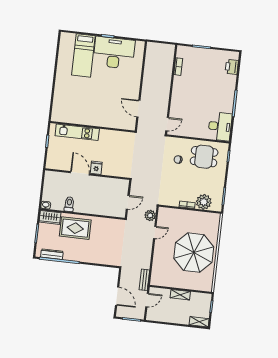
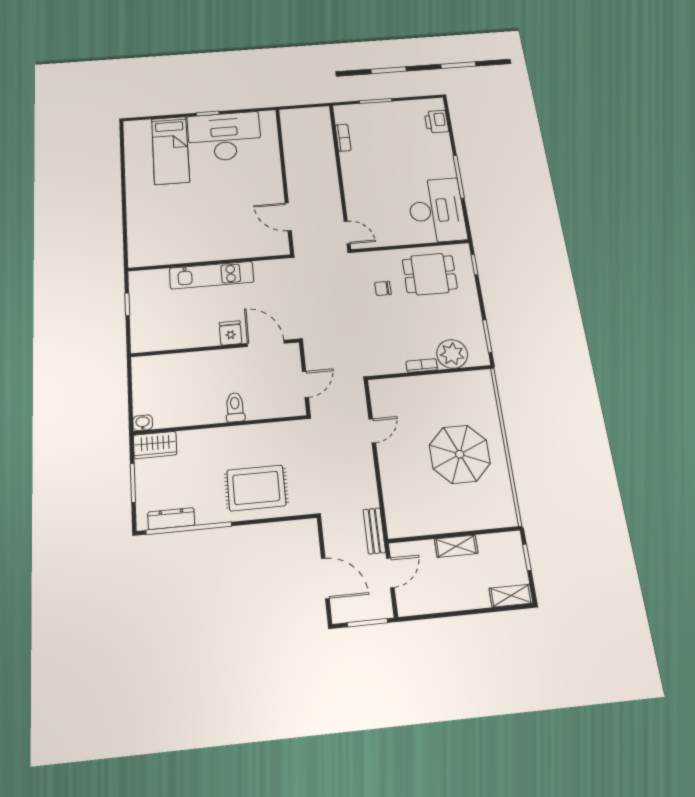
door: (167, 124) -> (347, 232), hinge flipped
desk: (220, 126) -> (437, 210), width x1.36, depth x1.30
kitchen unit: (77, 132) -> (212, 275), moved
door: (80, 173) -> (266, 343), moved
toilet: (69, 204) -> (235, 407), moved
plant: (150, 215) -> (355, 400), removed
rug: (75, 228) -> (256, 488), moved
parasol: (194, 253) -> (460, 454), width x0.73, depth x0.73

